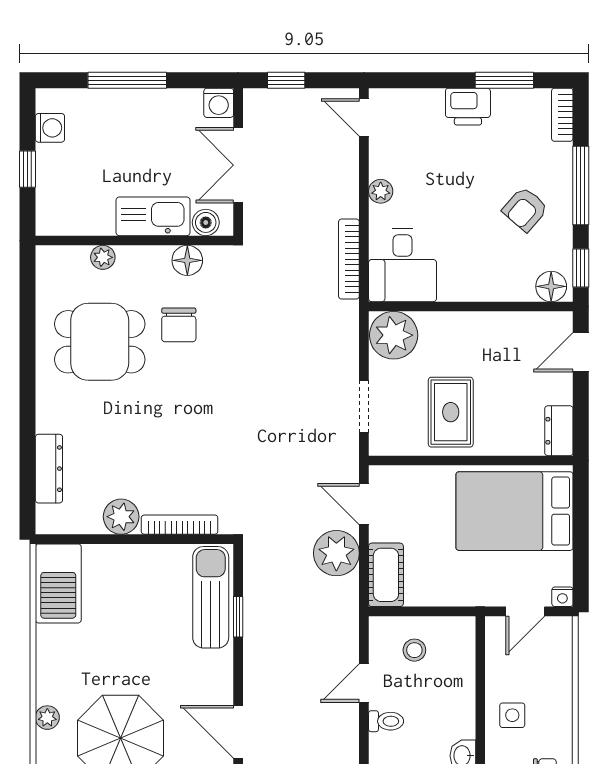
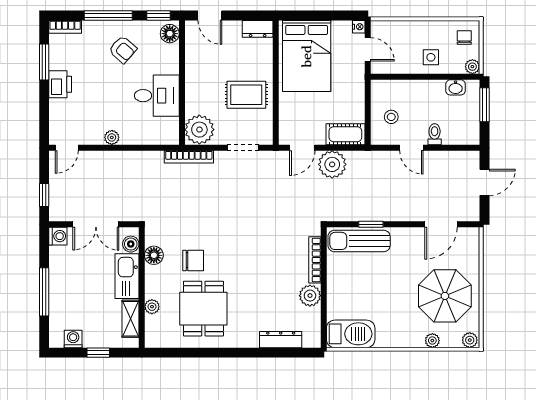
shelving: (83, 222) -> (130, 319), added
bookcase: (349, 259) -> (189, 157), moved
desk: (402, 265) -> (157, 96), moved

